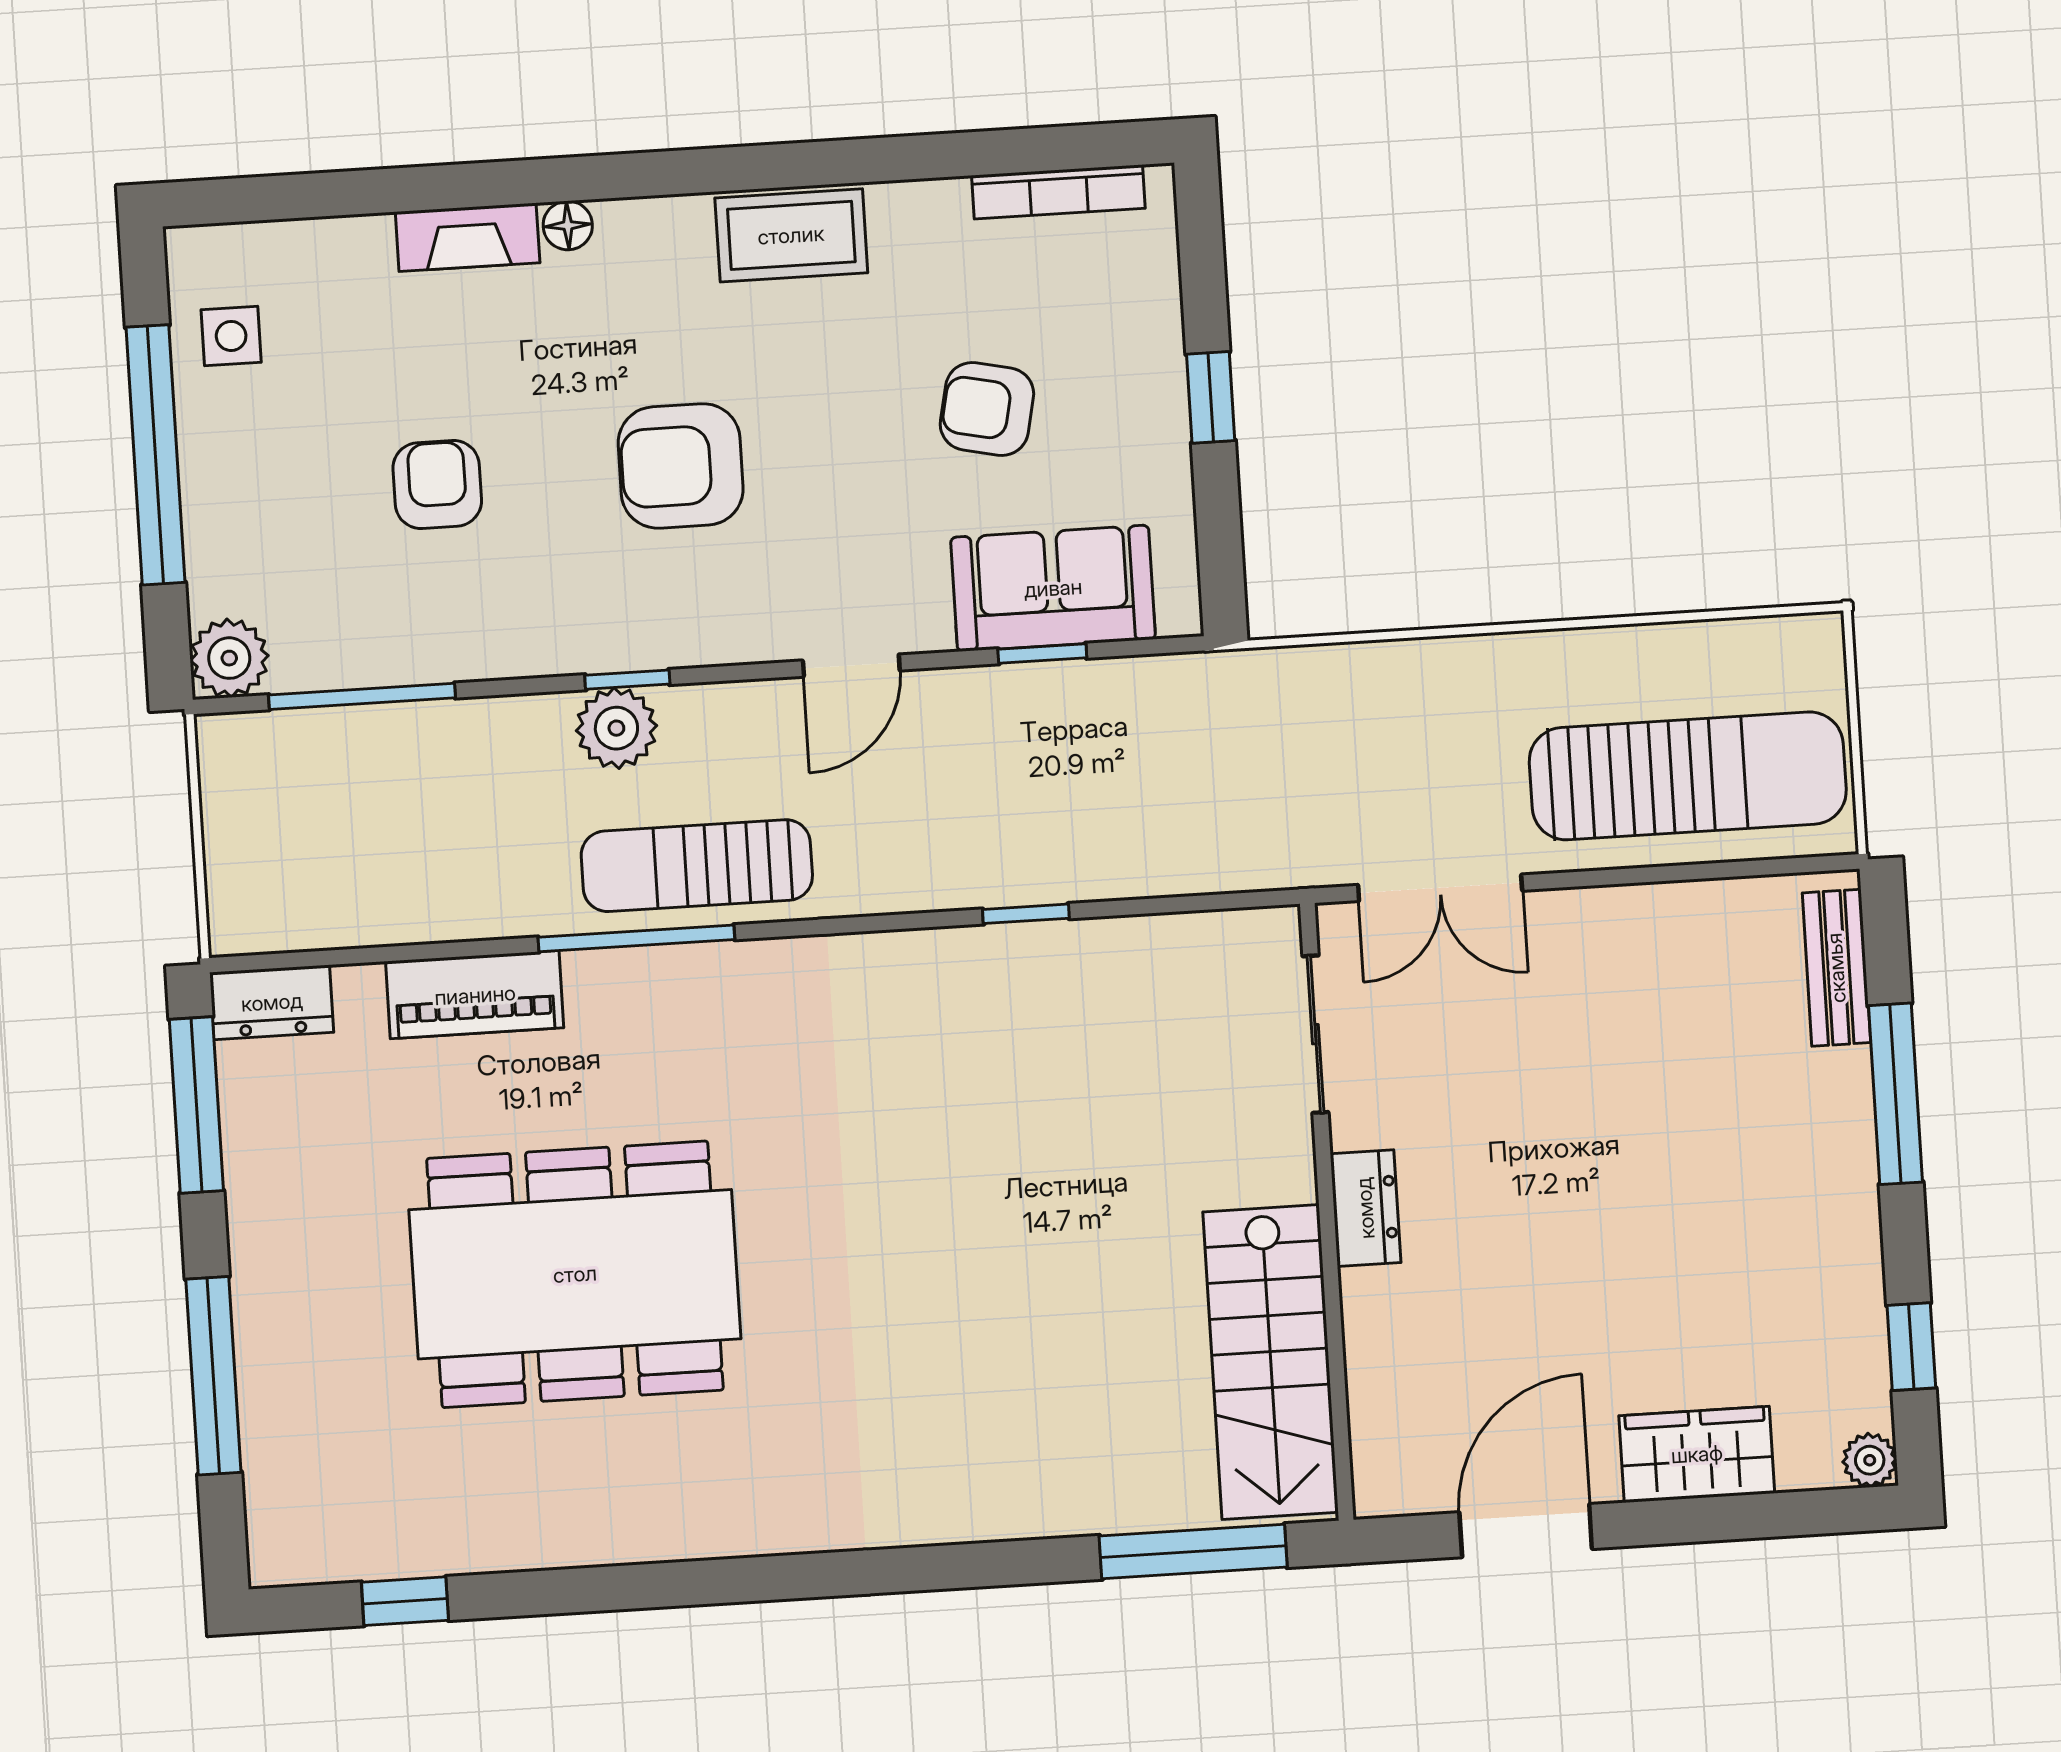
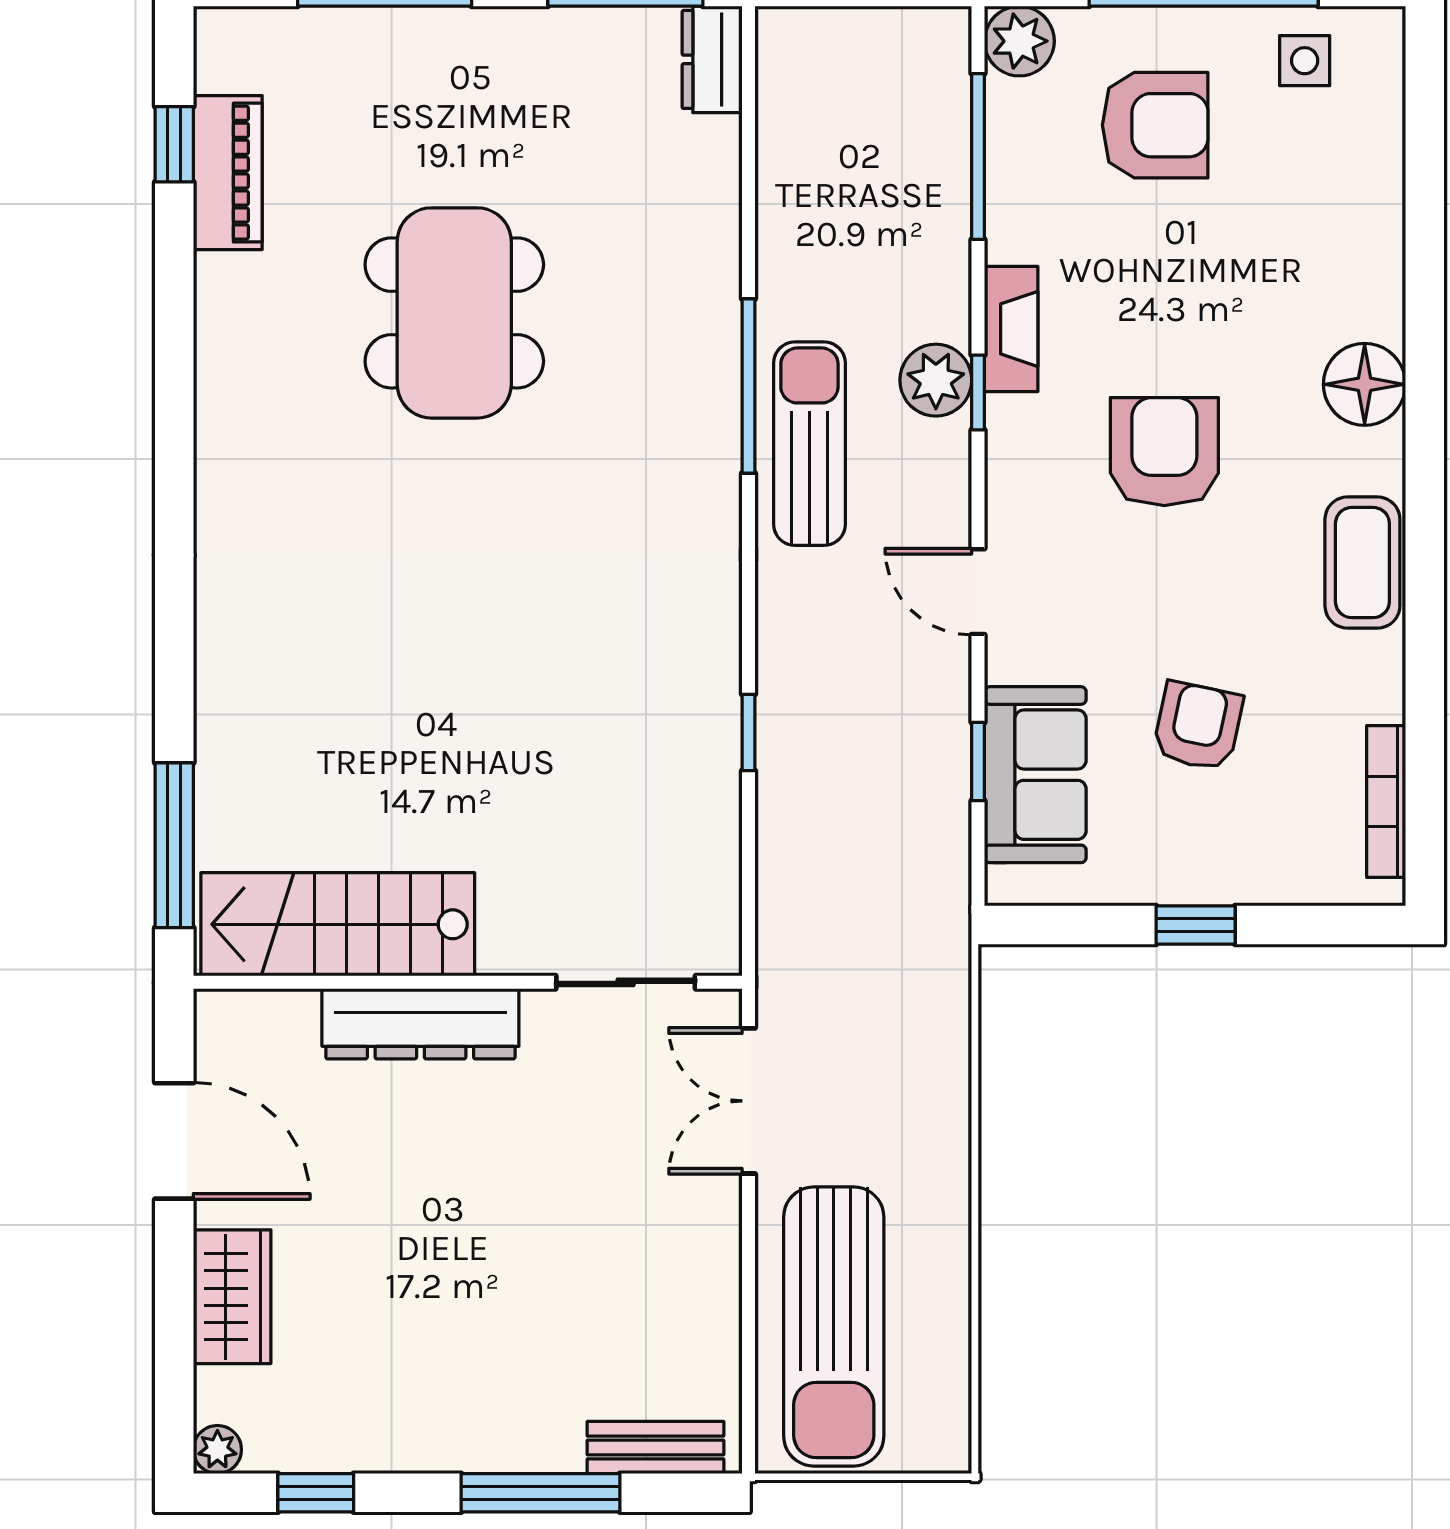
floor lamp: (568, 225) -> (1365, 384), width x1.89, depth x1.89
fireplace: (468, 237) -> (1011, 329), moved, turned 180
armchair: (437, 484) -> (1155, 125), moved, width x1.38, depth x1.38
piano: (475, 995) -> (228, 173), moved, turned 180
dresser: (1365, 1208) -> (420, 1024), width x1.96, depth x1.24
dining table: (575, 1274) -> (454, 313), width x0.73, depth x0.80

